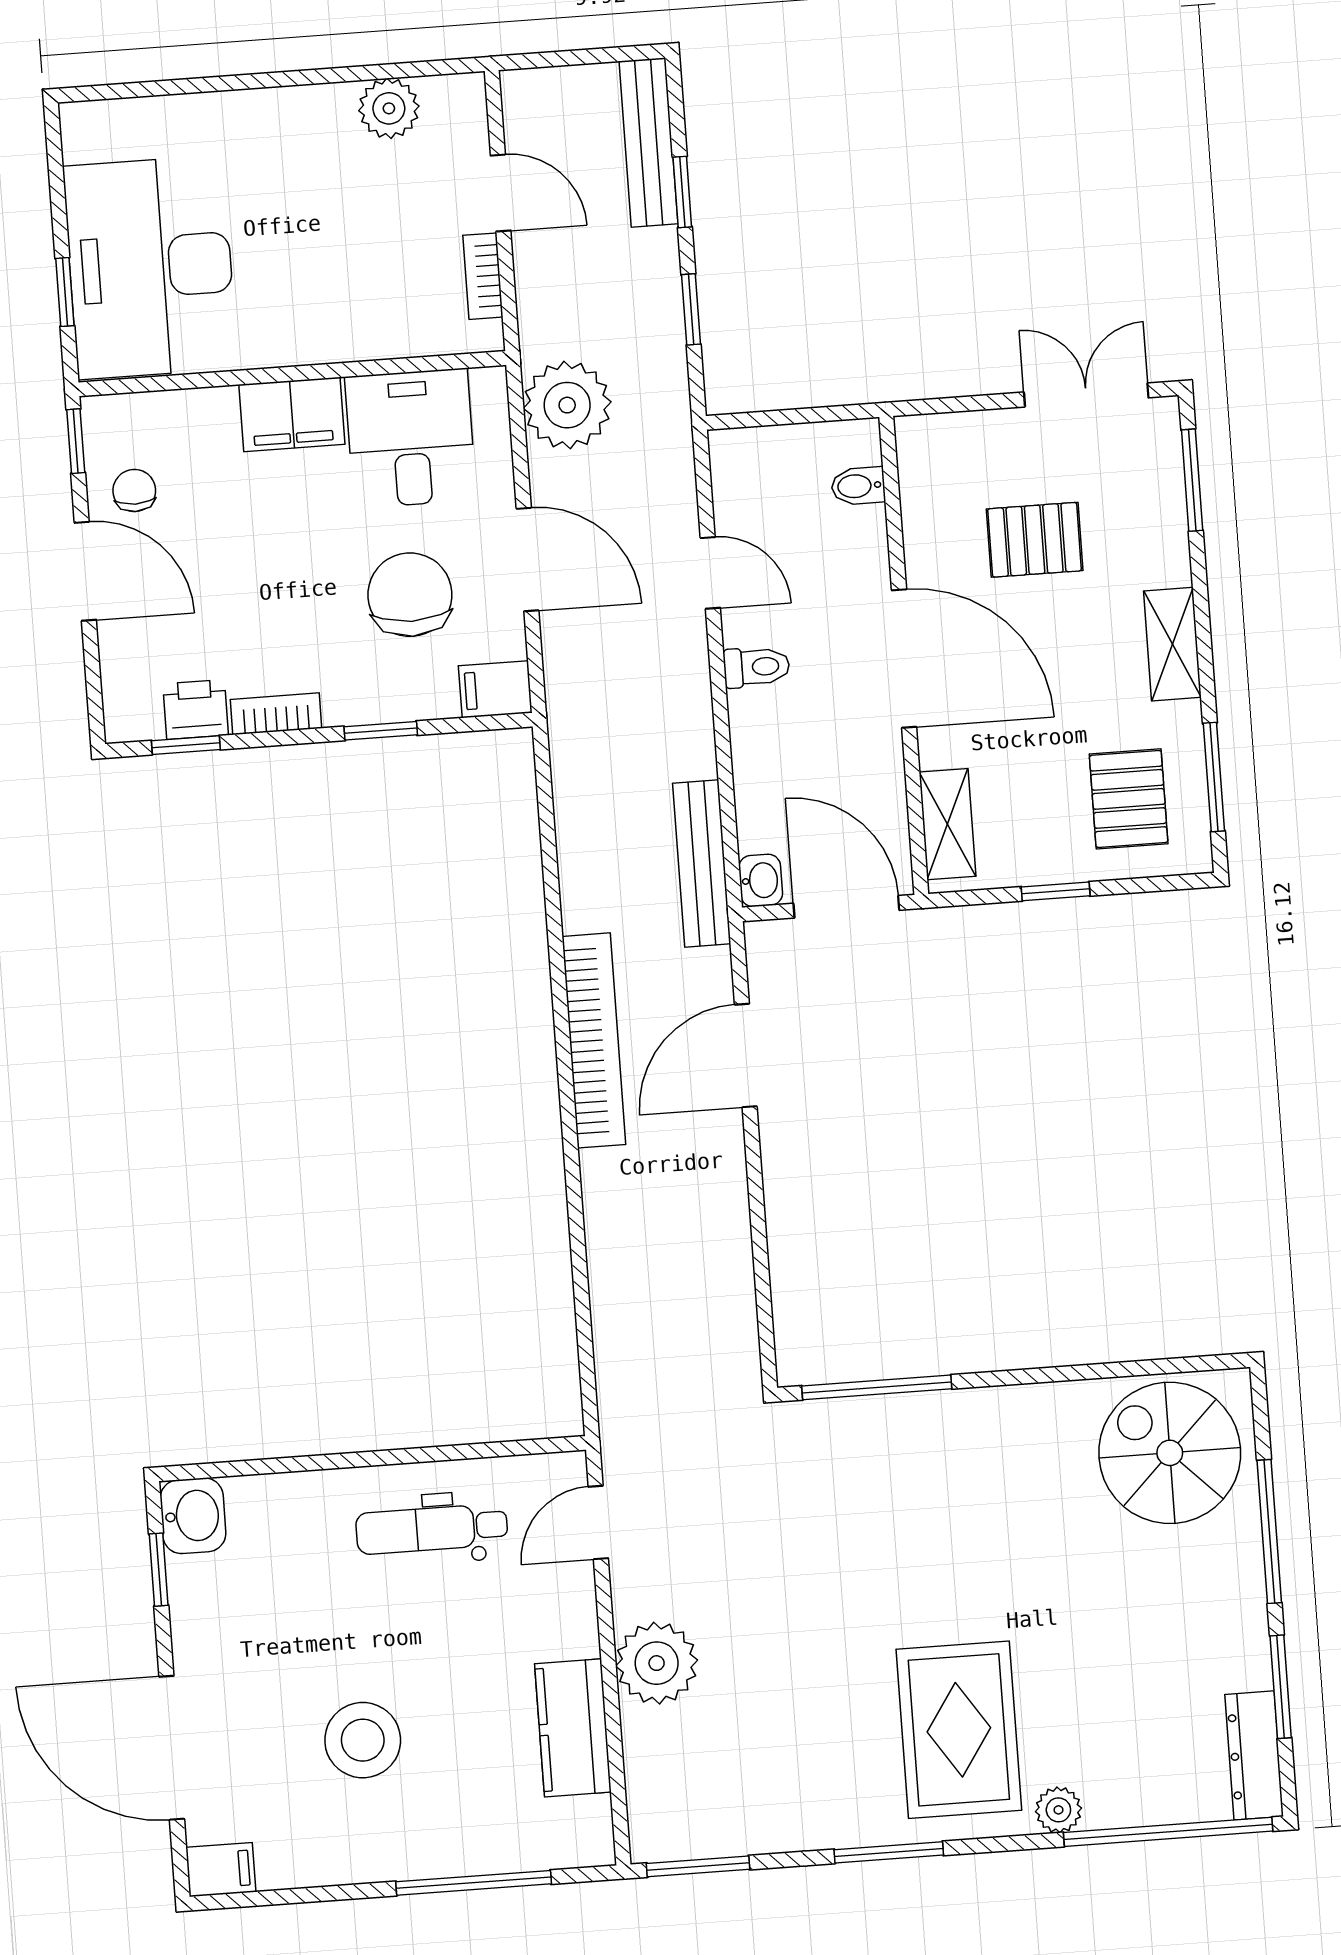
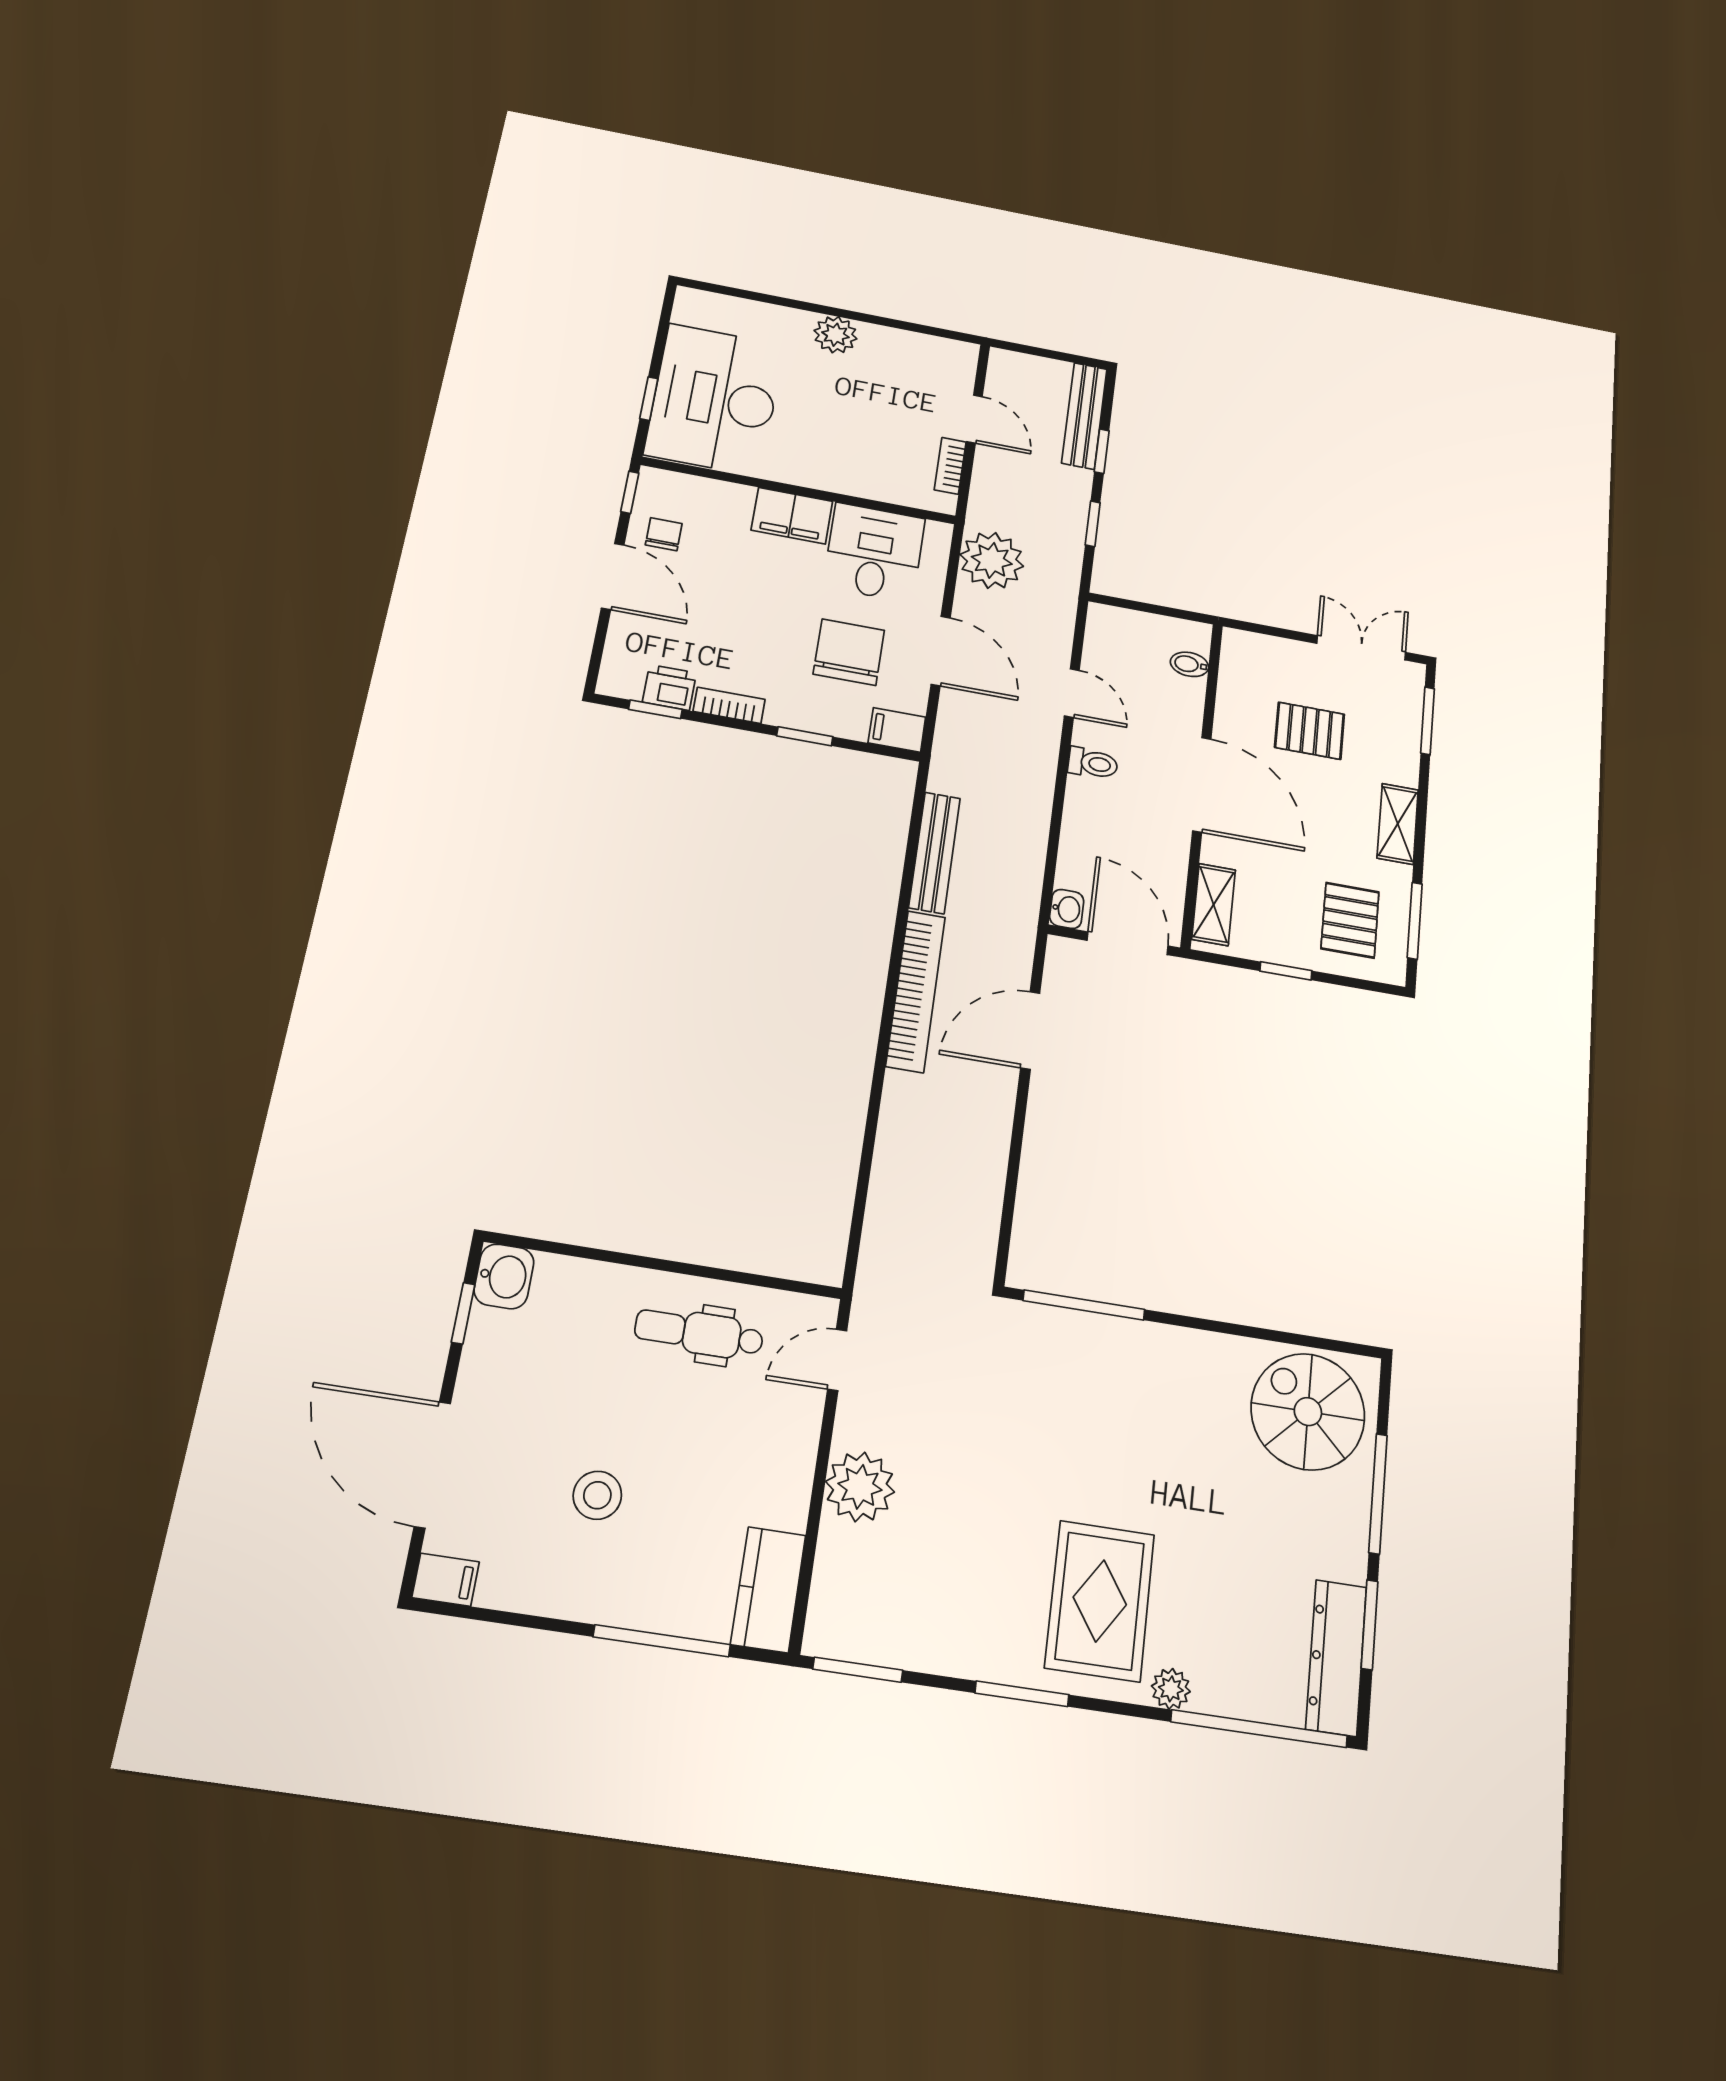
plant: (389, 108) -> (835, 335), moved
bench: (702, 864) -> (935, 853), moved
kitchen counter: (573, 1728) -> (768, 1590), moved
stool: (363, 1740) -> (597, 1495), width x0.73, depth x0.73
dresser: (1254, 1755) -> (1336, 1658), width x1.37, depth x1.24

